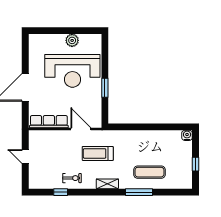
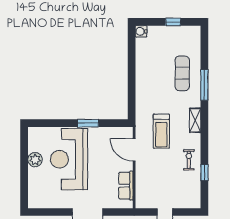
reception desk: (72, 71) -> (69, 159), turned 180
row of seats: (49, 122) -> (126, 186), width x0.68
door: (81, 129) -> (134, 150), hinge flipped

